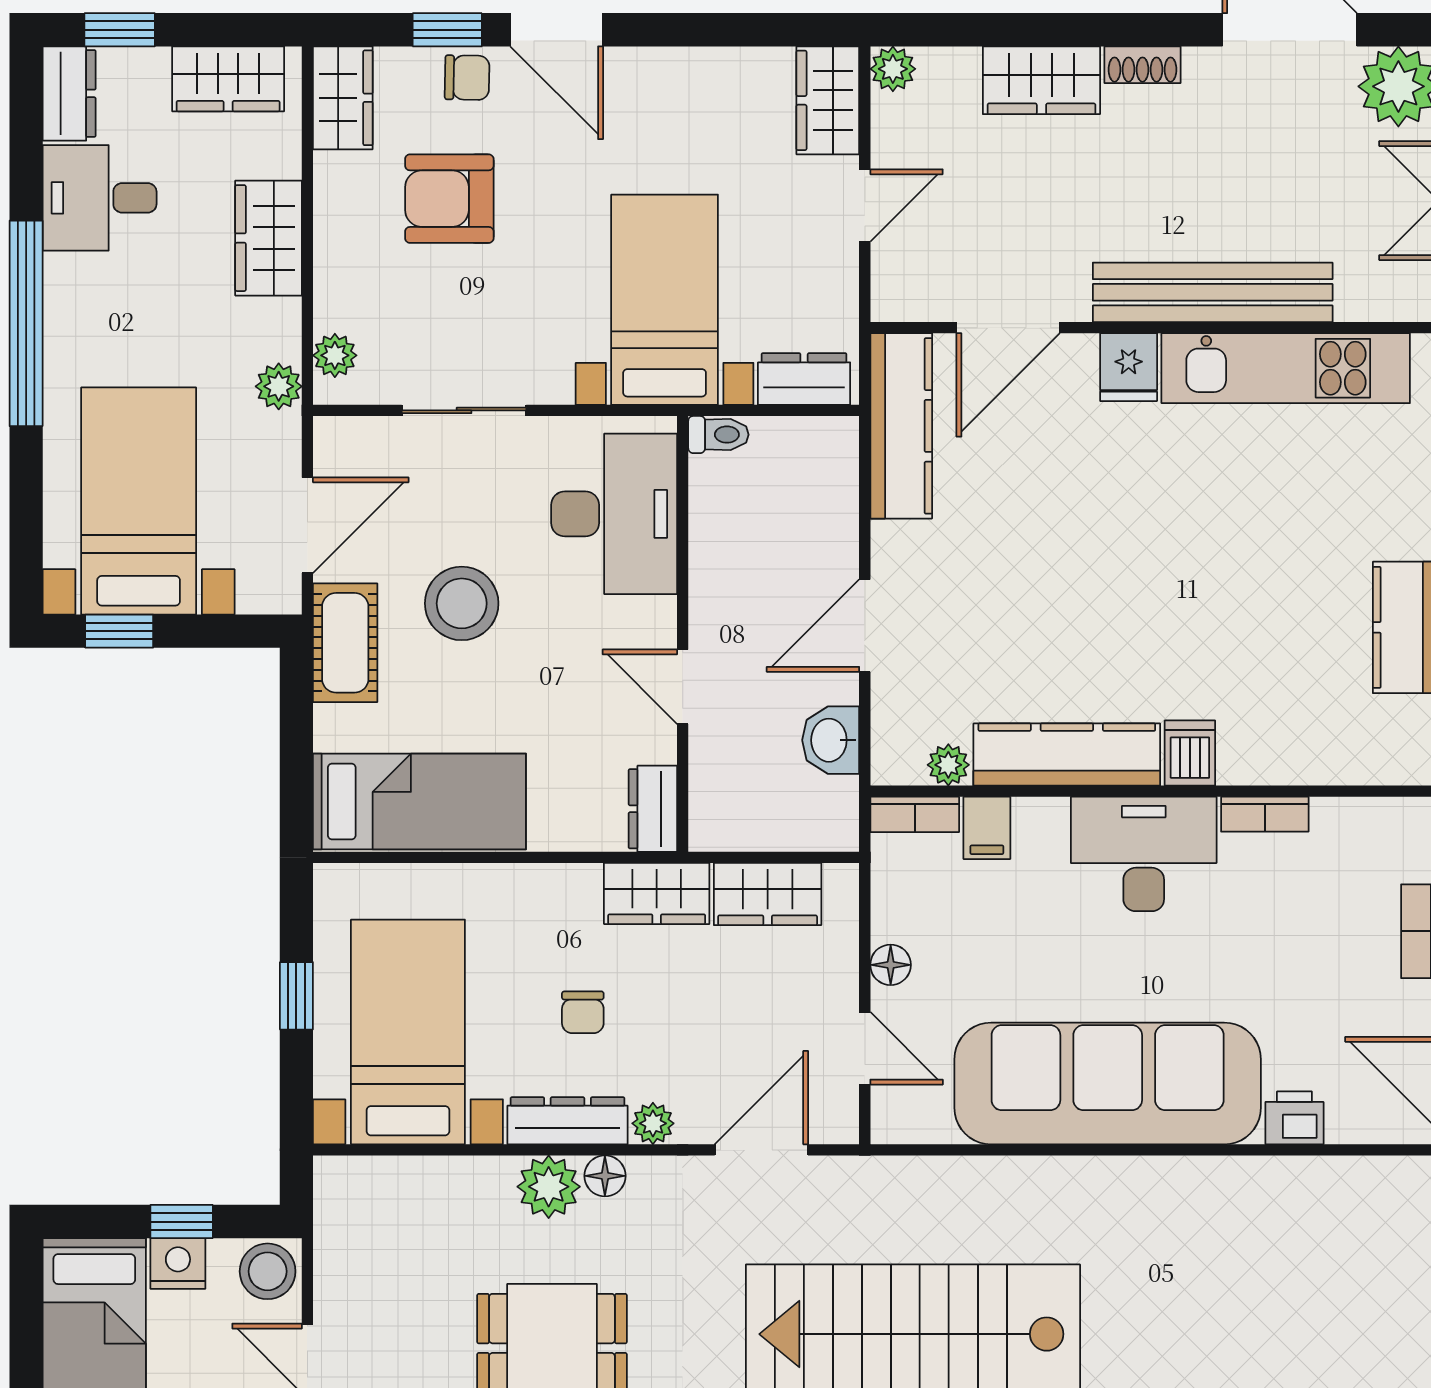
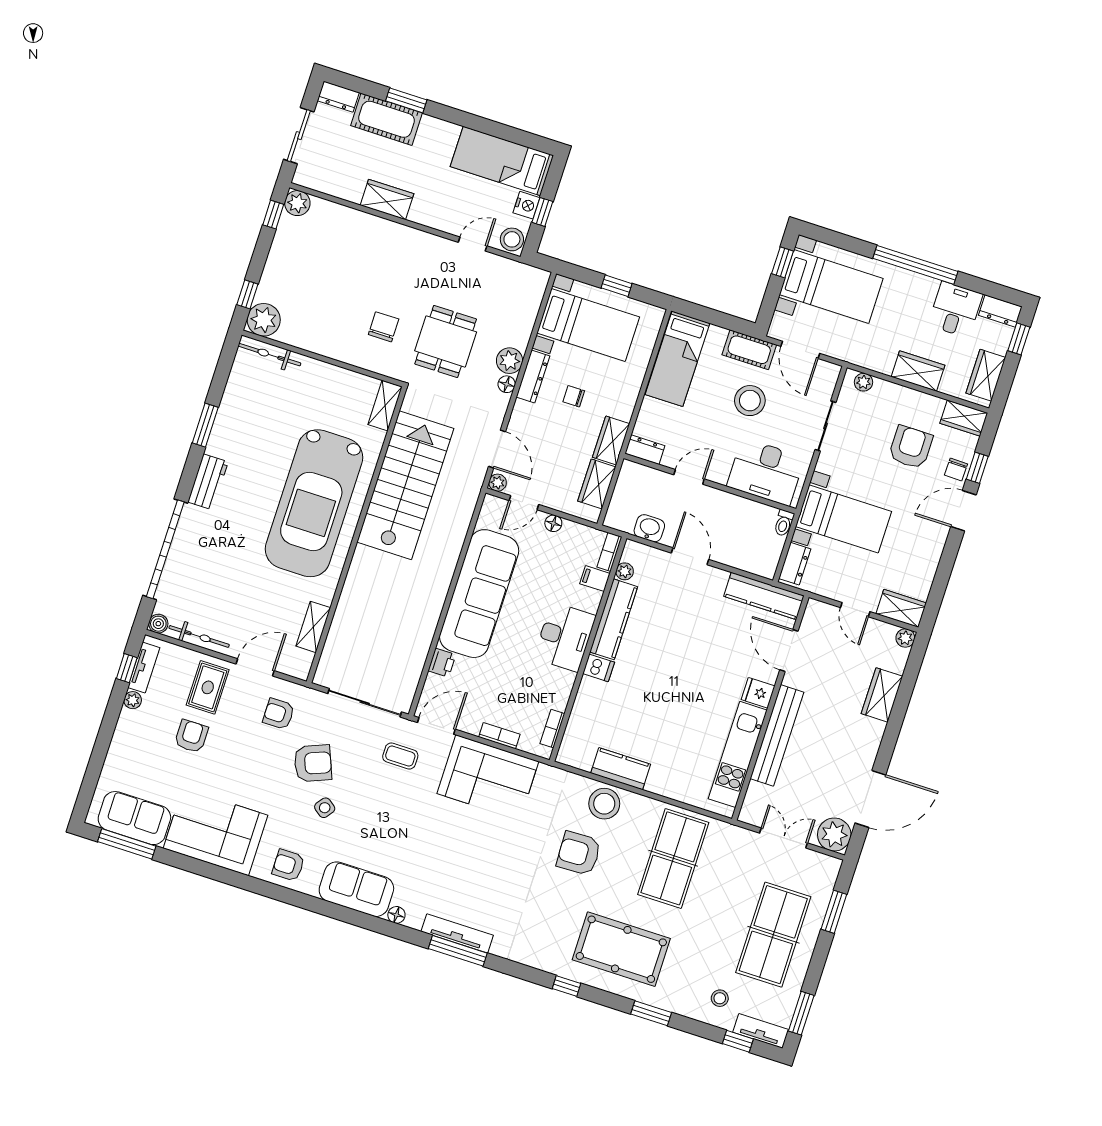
shoe rack: (1143, 65) -> (875, 737), removed
plant: (279, 386) -> (858, 356), removed
bookcase: (1265, 814) -> (552, 729), moved
plant: (653, 1123) -> (498, 483), moved

